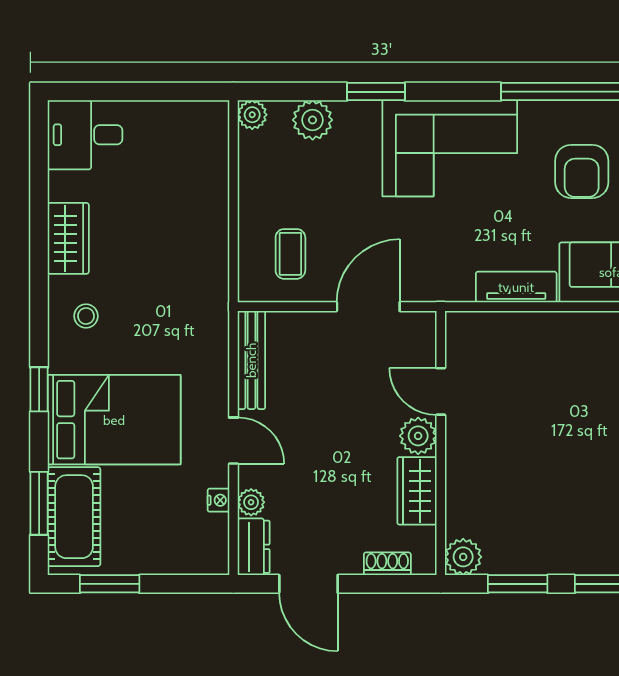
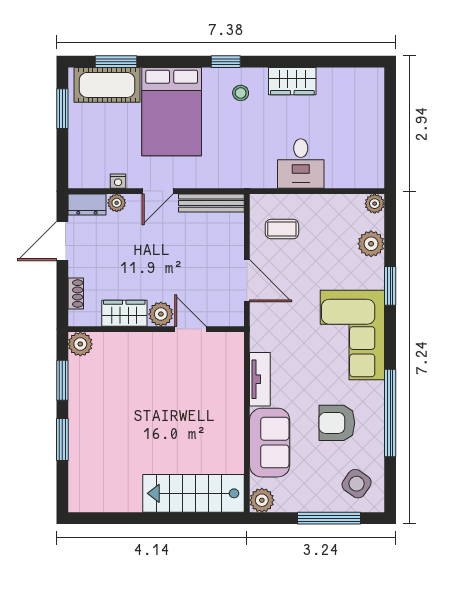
desk: (85, 135) -> (301, 164), moved, turned 180
window: (39, 389) -> (226, 62), moved
door: (441, 391) -> (190, 329), hinge flipped

